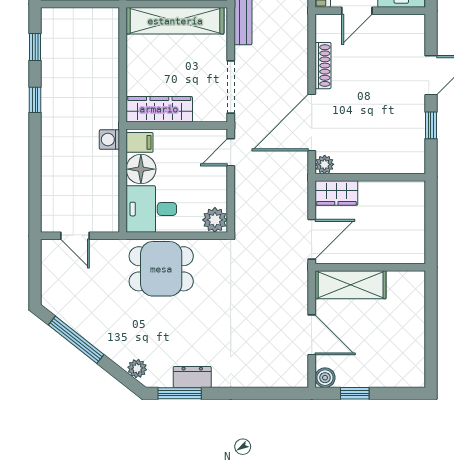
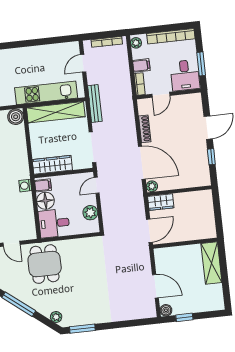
boiler: (106, 21) -> (16, 117), added
door: (312, 122) -> (142, 163), swing flipped
plant: (215, 220) -> (90, 213), moved
dining table: (161, 269) -> (45, 264), moved, turned 90
shelving: (351, 285) -> (211, 263), moved, turned 90
dresser: (192, 377) -> (89, 318), removed

